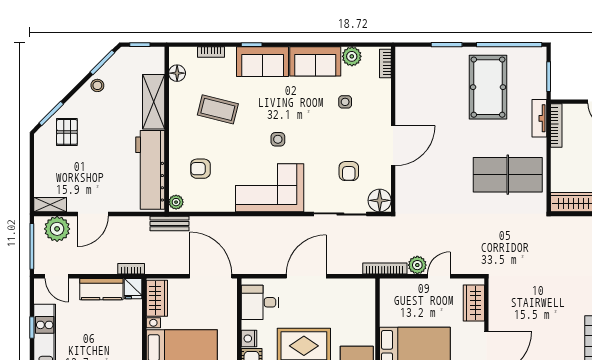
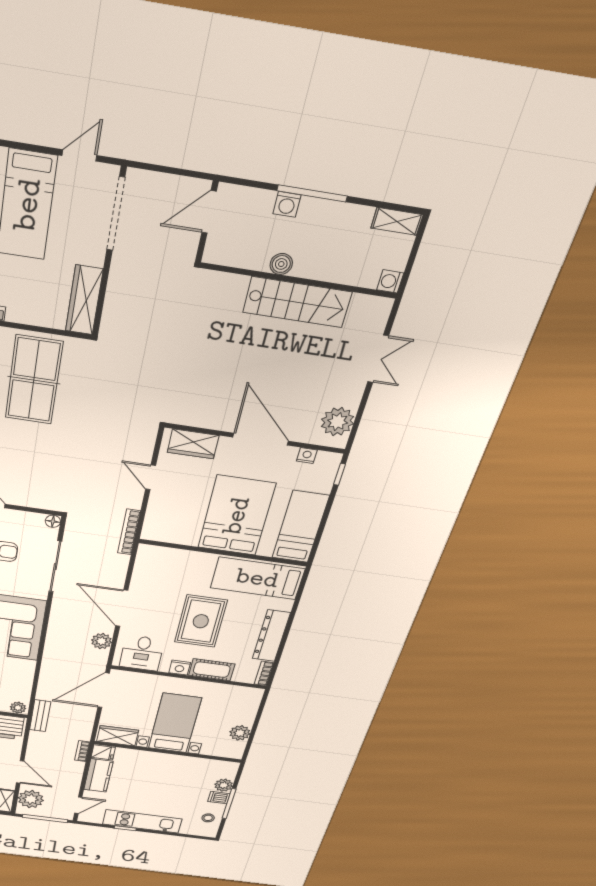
floor lamp: (380, 200) -> (53, 521), width x0.53, depth x0.53
plant: (417, 265) -> (102, 641), moved

